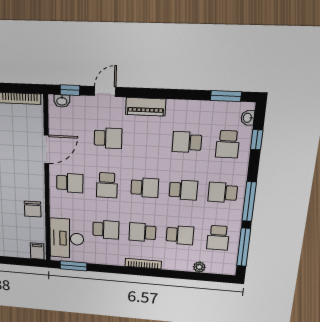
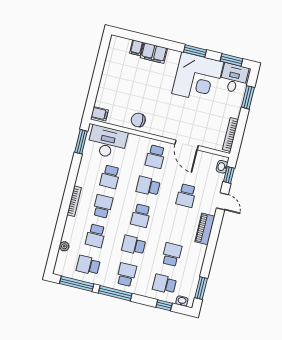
school desk: (183, 190) -> (134, 245), turned 90

